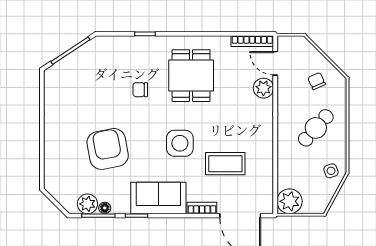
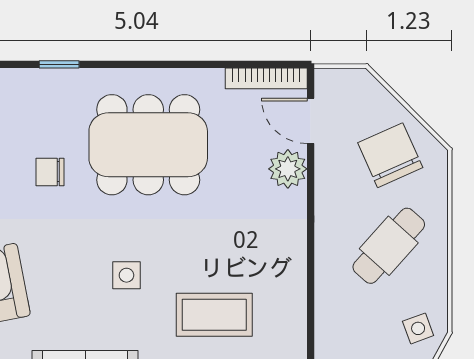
dining table: (191, 76) -> (148, 145), width x1.38
chair: (317, 81) -> (390, 155), width x1.87, depth x1.87
side table: (180, 143) -> (126, 275), width x0.54, depth x0.54

